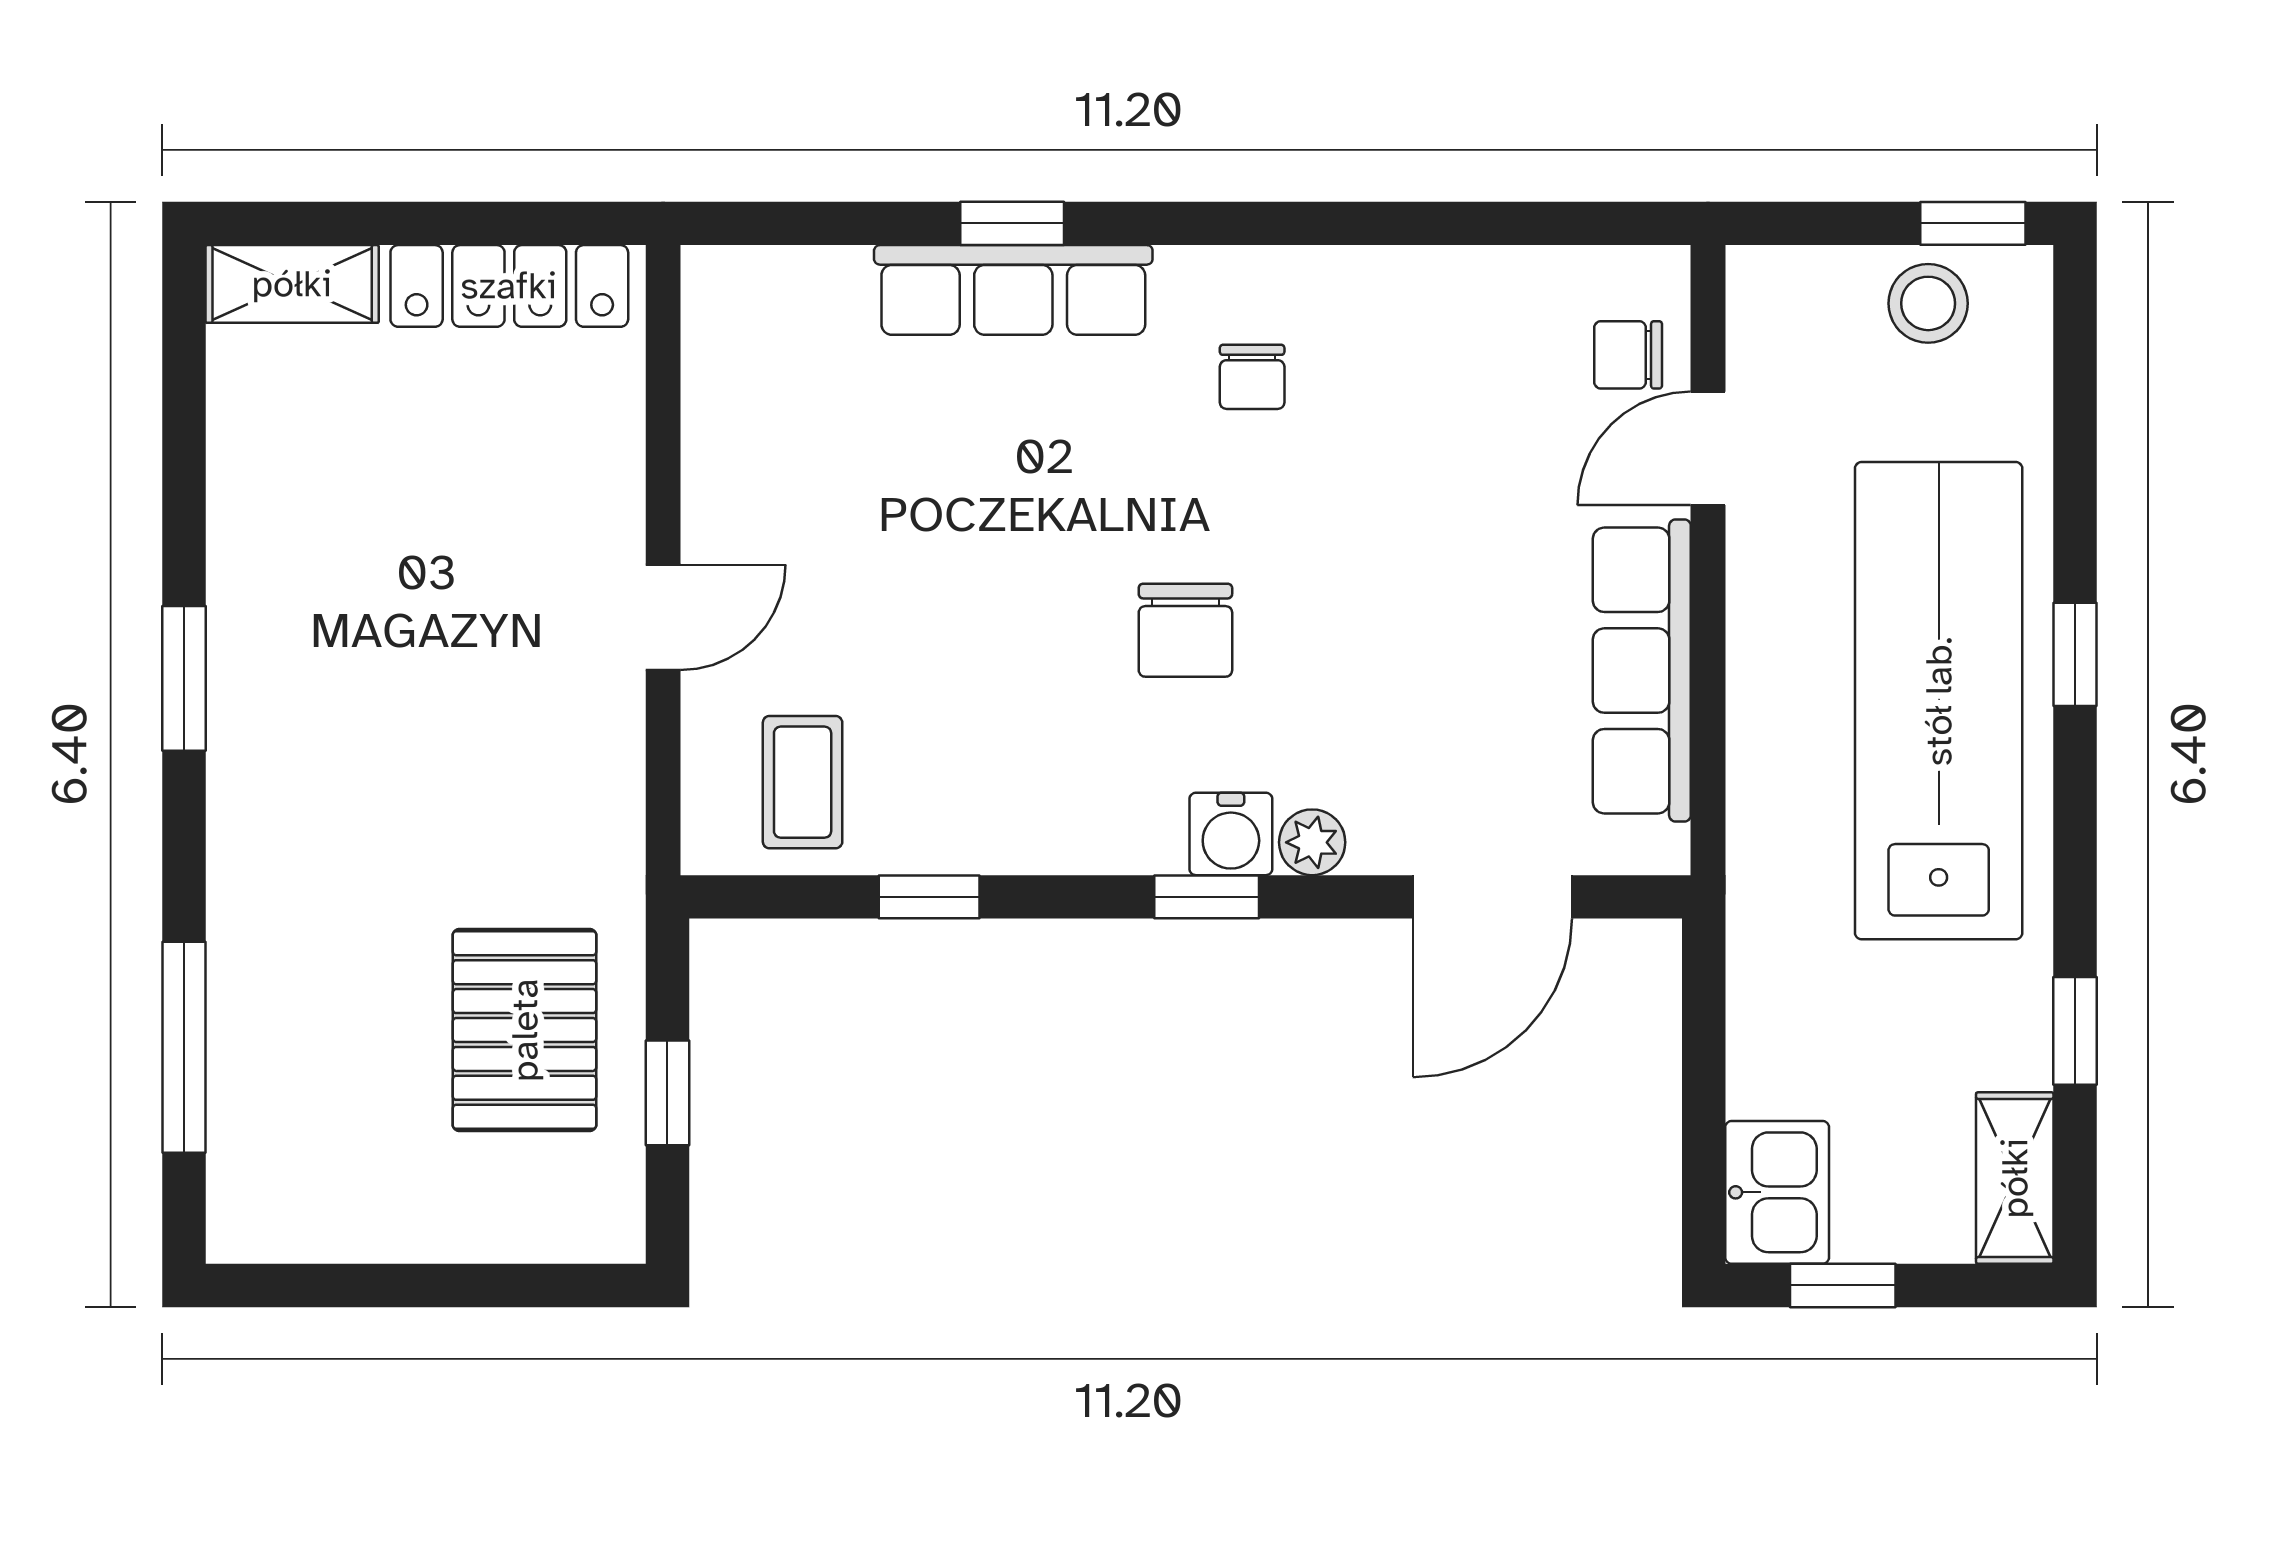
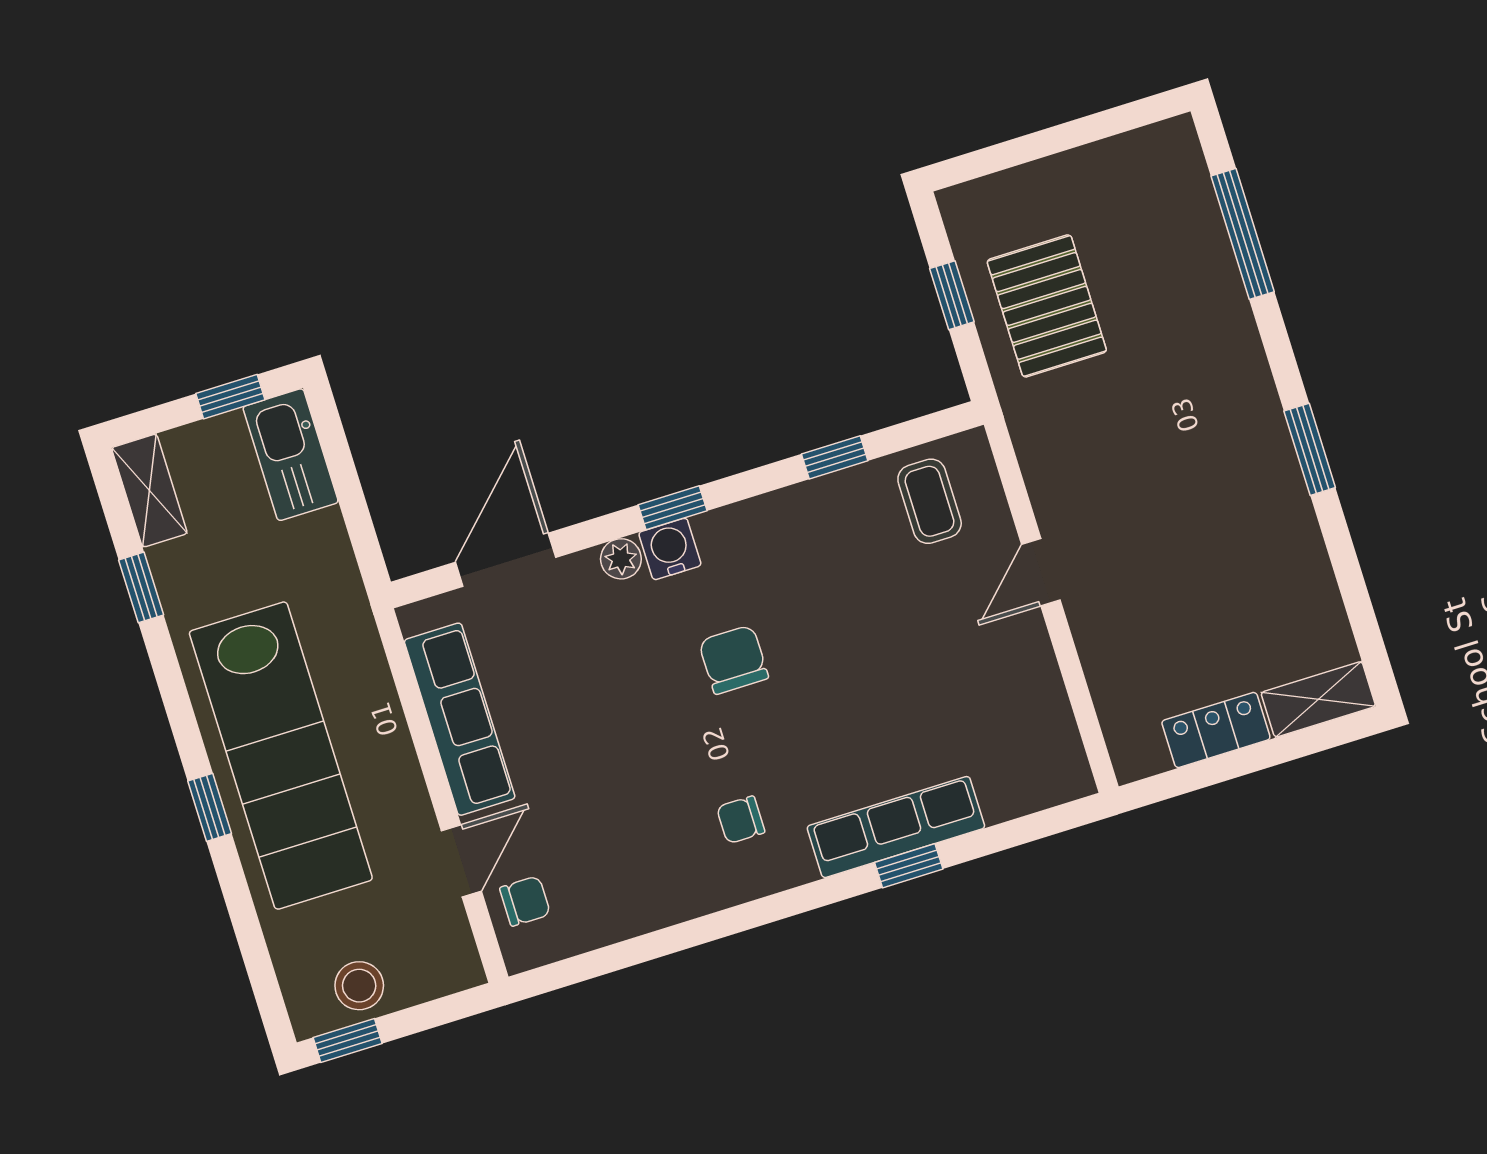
locker: (509, 286) -> (1216, 730), width x0.66
chair: (1252, 377) -> (741, 820), turned -90
kitchen sink: (1777, 1192) -> (291, 455), width x1.38

